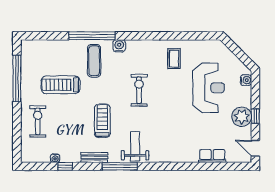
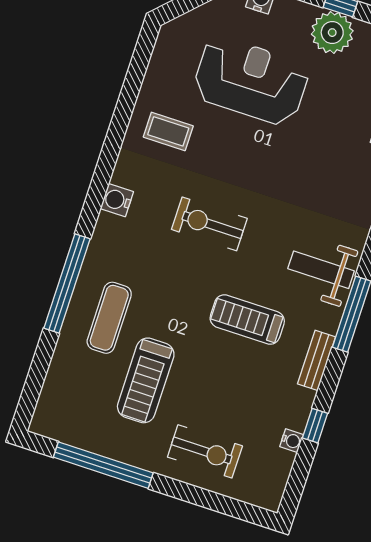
water cooler: (119, 46) -> (117, 200), moved
exercise mat: (94, 61) -> (109, 318), moved, turned 90
exercise bike: (38, 121) -> (205, 451), turned 180

